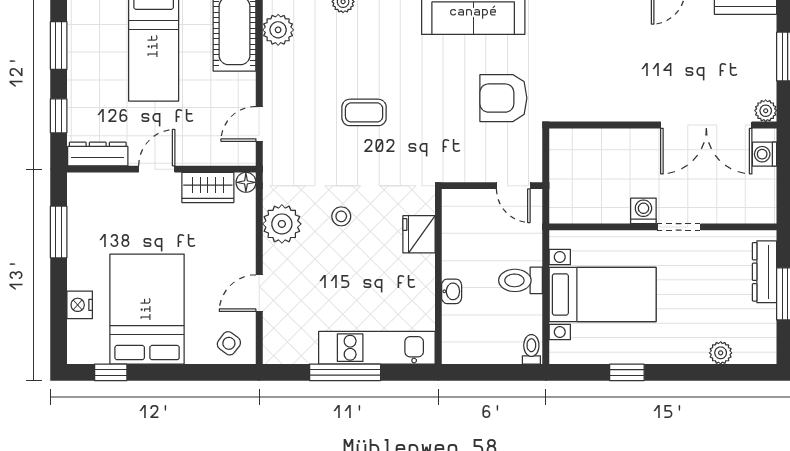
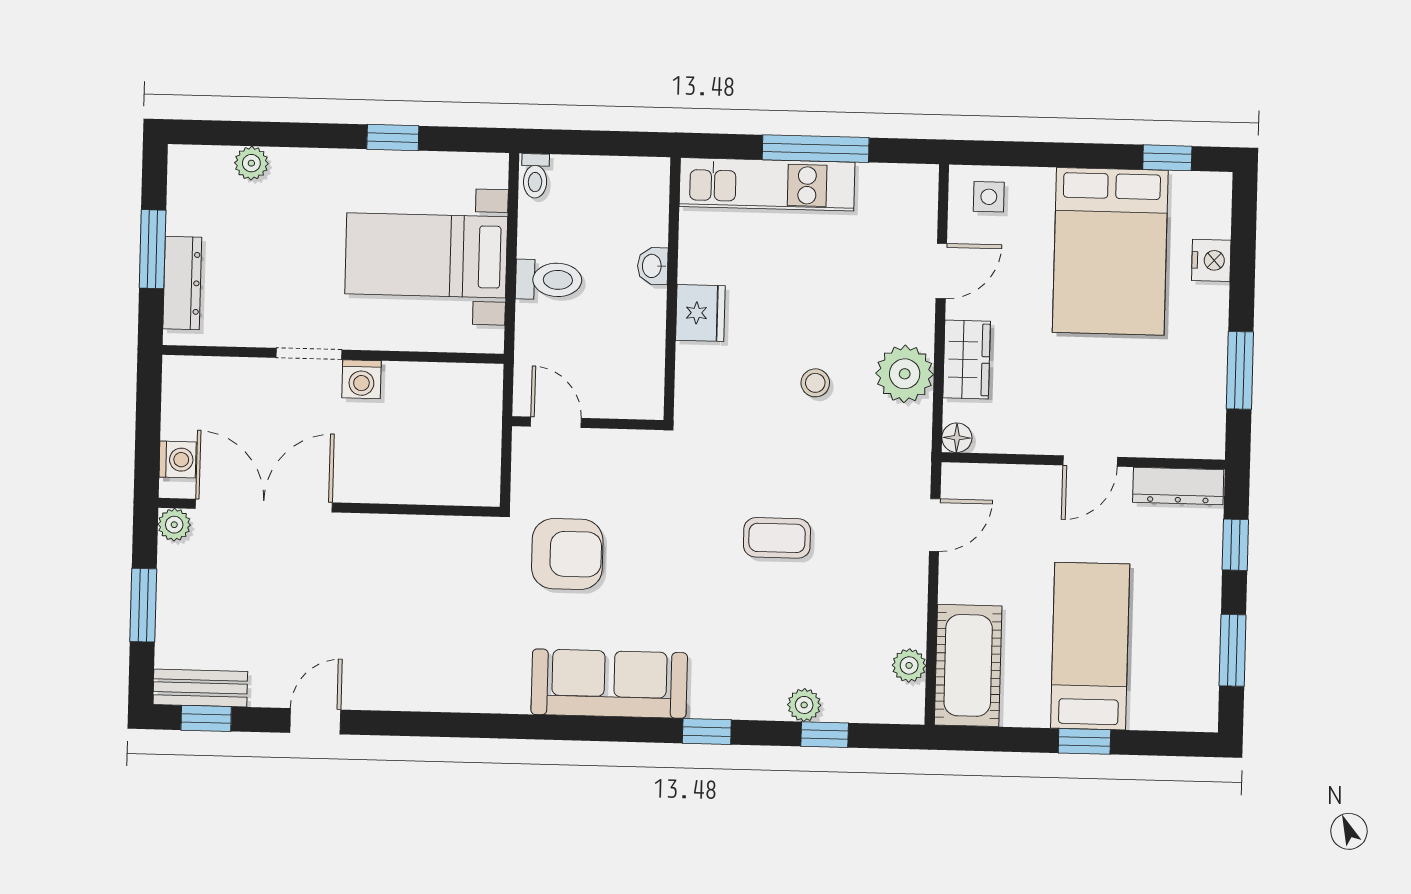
plant: (278, 30) -> (909, 665), width x0.73, depth x0.73
wardrobe: (208, 187) -> (967, 359), moved, turned 90
fridge: (419, 234) -> (700, 313), moved
side table: (229, 343) -> (989, 197), turned -37

